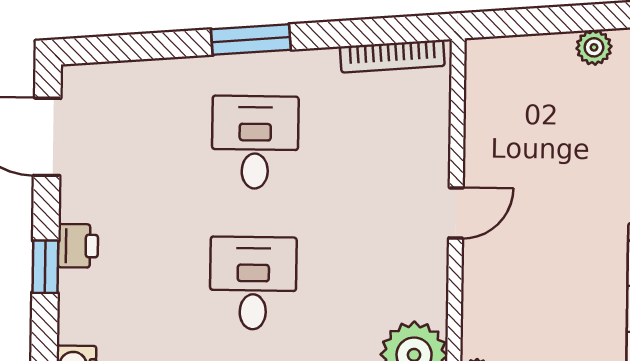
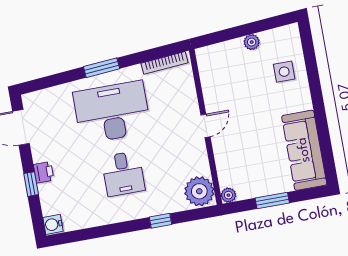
desk: (255, 142) -> (112, 112), width x1.87, depth x1.30
desk: (253, 283) -> (123, 174), turned 180

